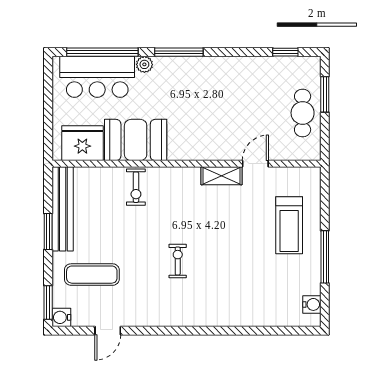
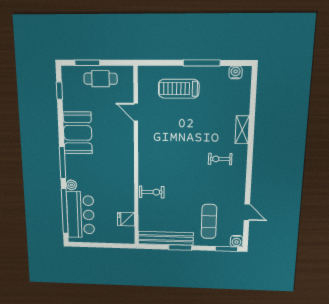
booth: (136, 140) -> (78, 133), moved
fridge: (82, 143) -> (126, 219), width x0.53, depth x0.75
shelving: (221, 176) -> (242, 130), moved
treadmill: (289, 225) -> (179, 89), turned 180
exercise bike: (178, 261) -> (220, 159), moved

